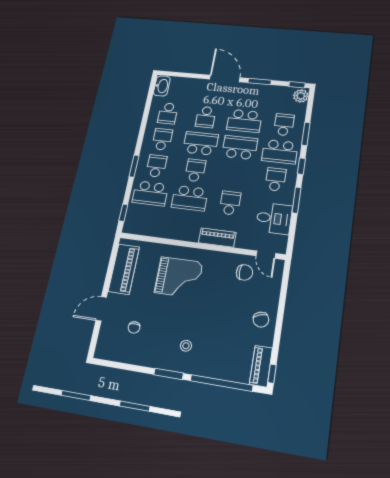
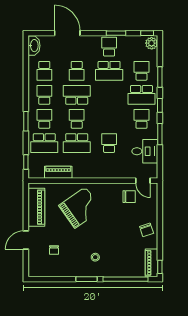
door: (225, 78) -> (67, 33), moved
school desk: (240, 147) -> (109, 47), moved, width x0.54
piano: (217, 238) -> (58, 172), moved
grand piano: (179, 277) -> (80, 208), turned -35

